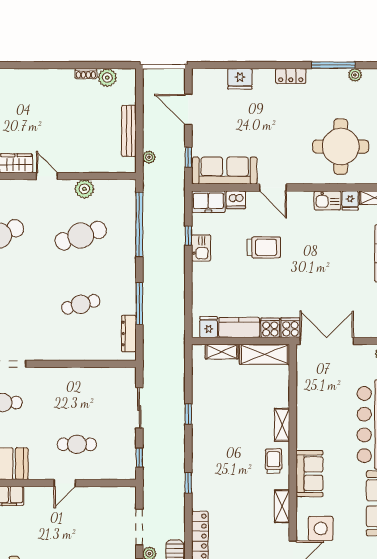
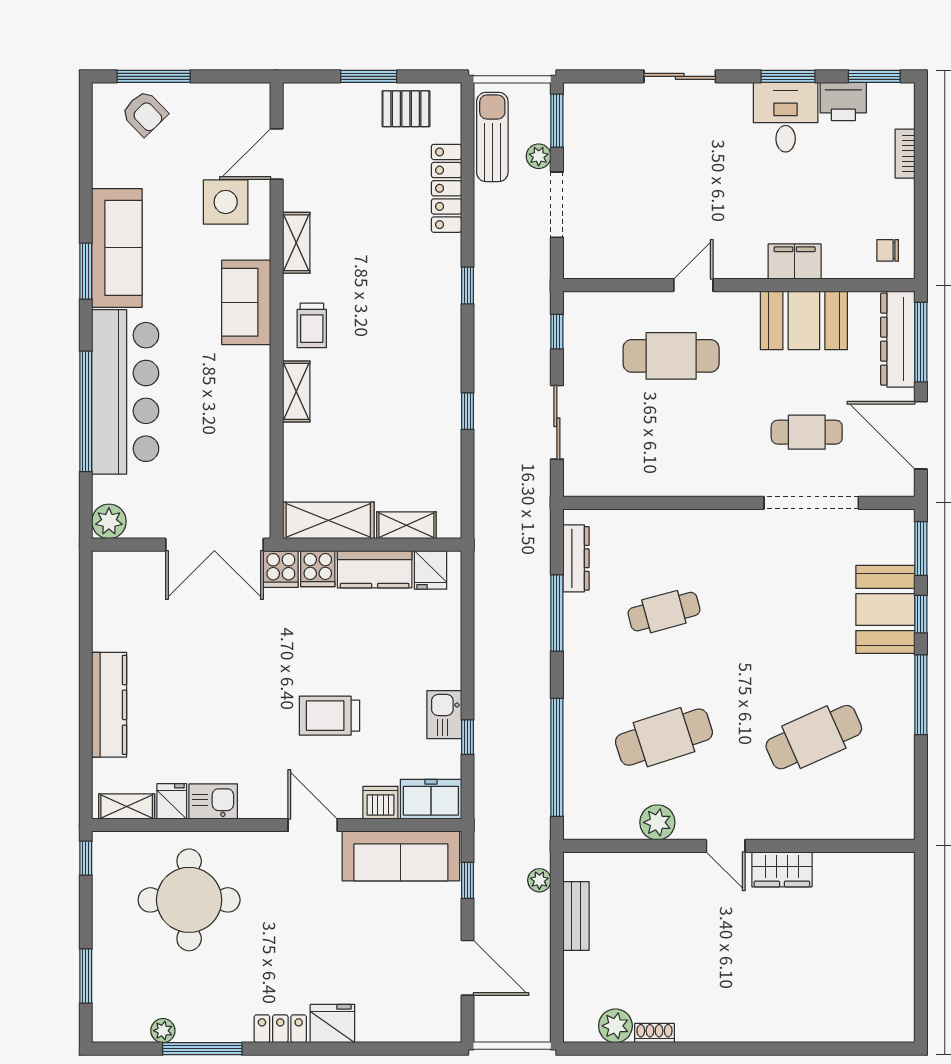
fridge: (240, 79) -> (332, 1024), moved
bench: (129, 131) -> (576, 916), width x0.73
cafe table: (77, 444) -> (671, 356), width x1.37, depth x1.35

